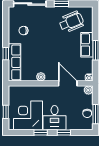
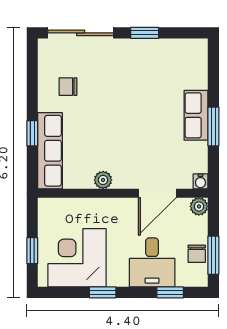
wheelchair: (71, 22) -> (165, 69), removed
door: (68, 83) -> (157, 193), swing flipped
desk: (55, 118) -> (152, 262), moved
window: (64, 133) -> (170, 292), moved

